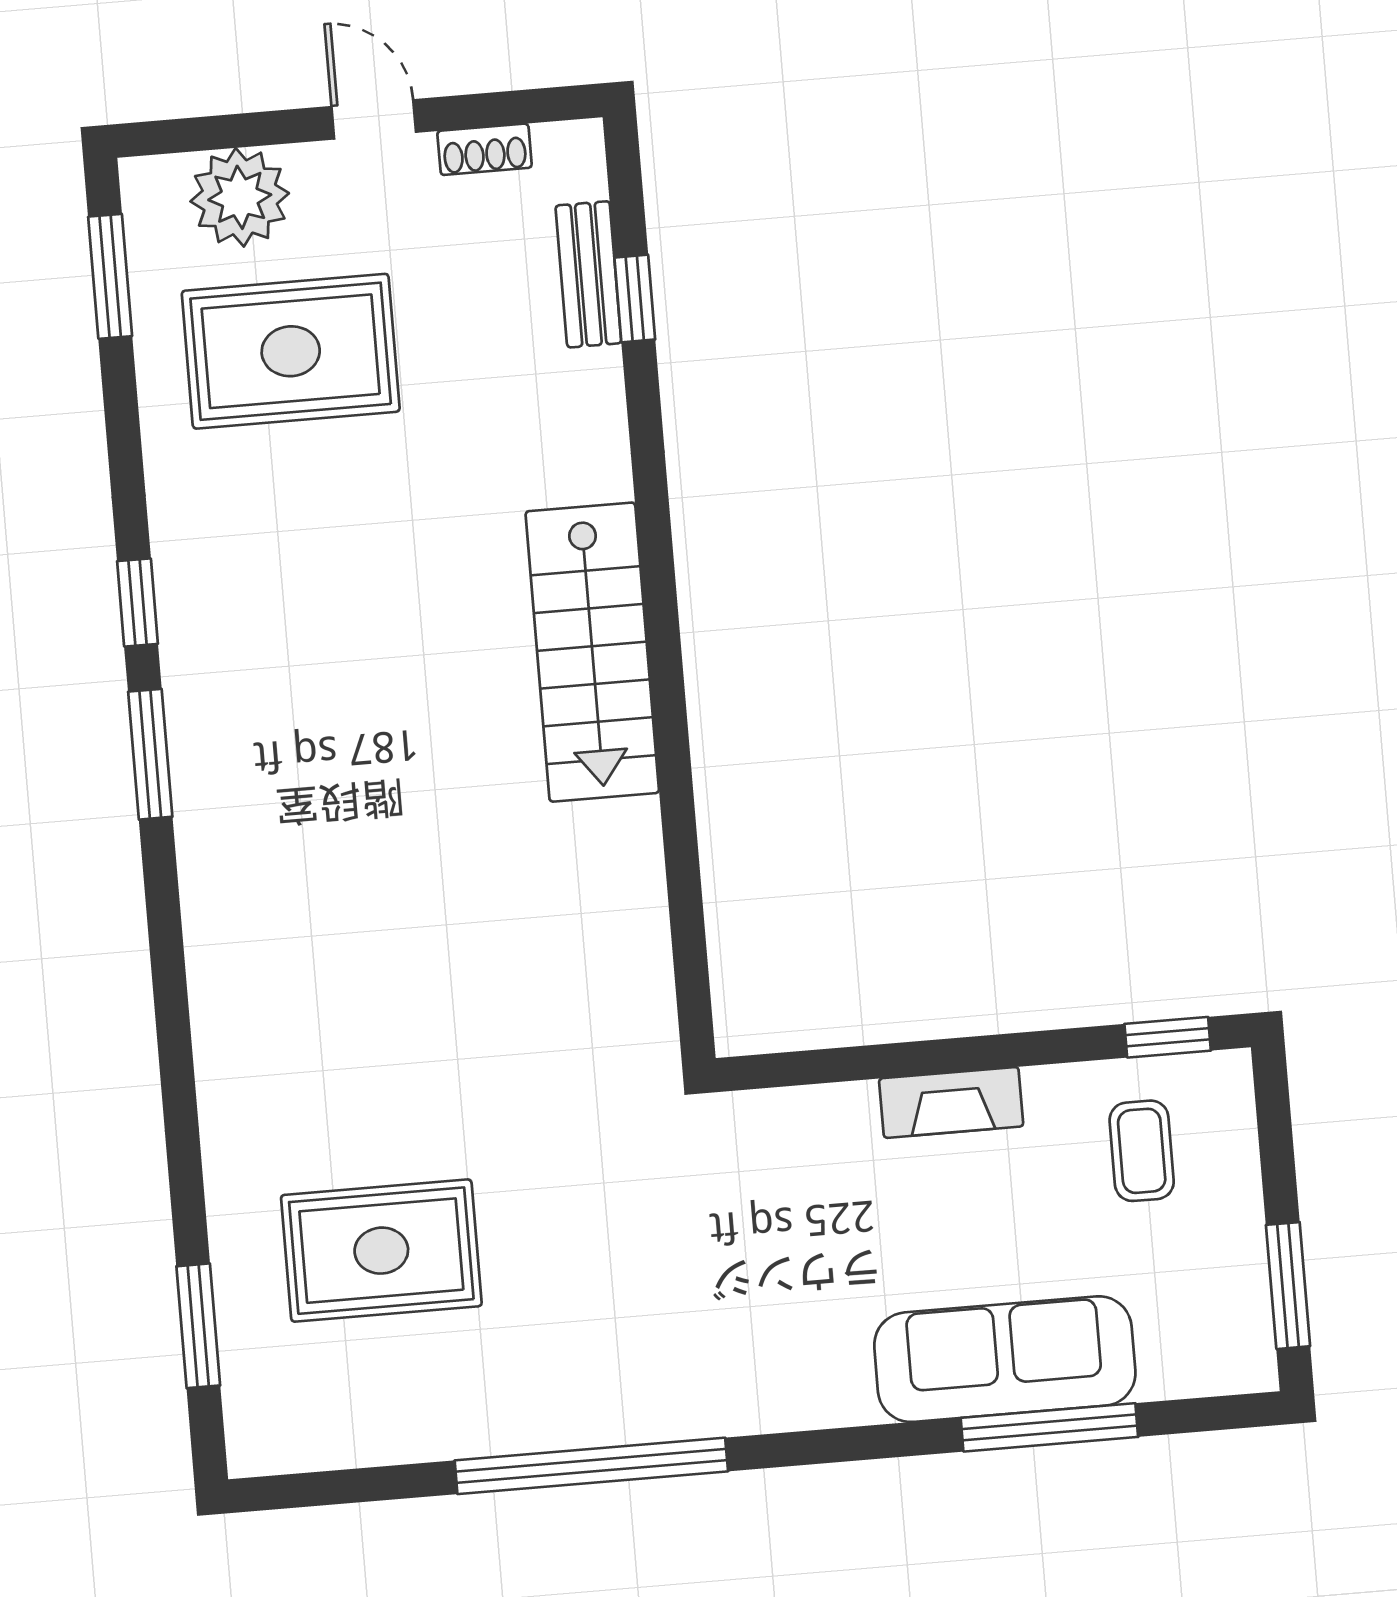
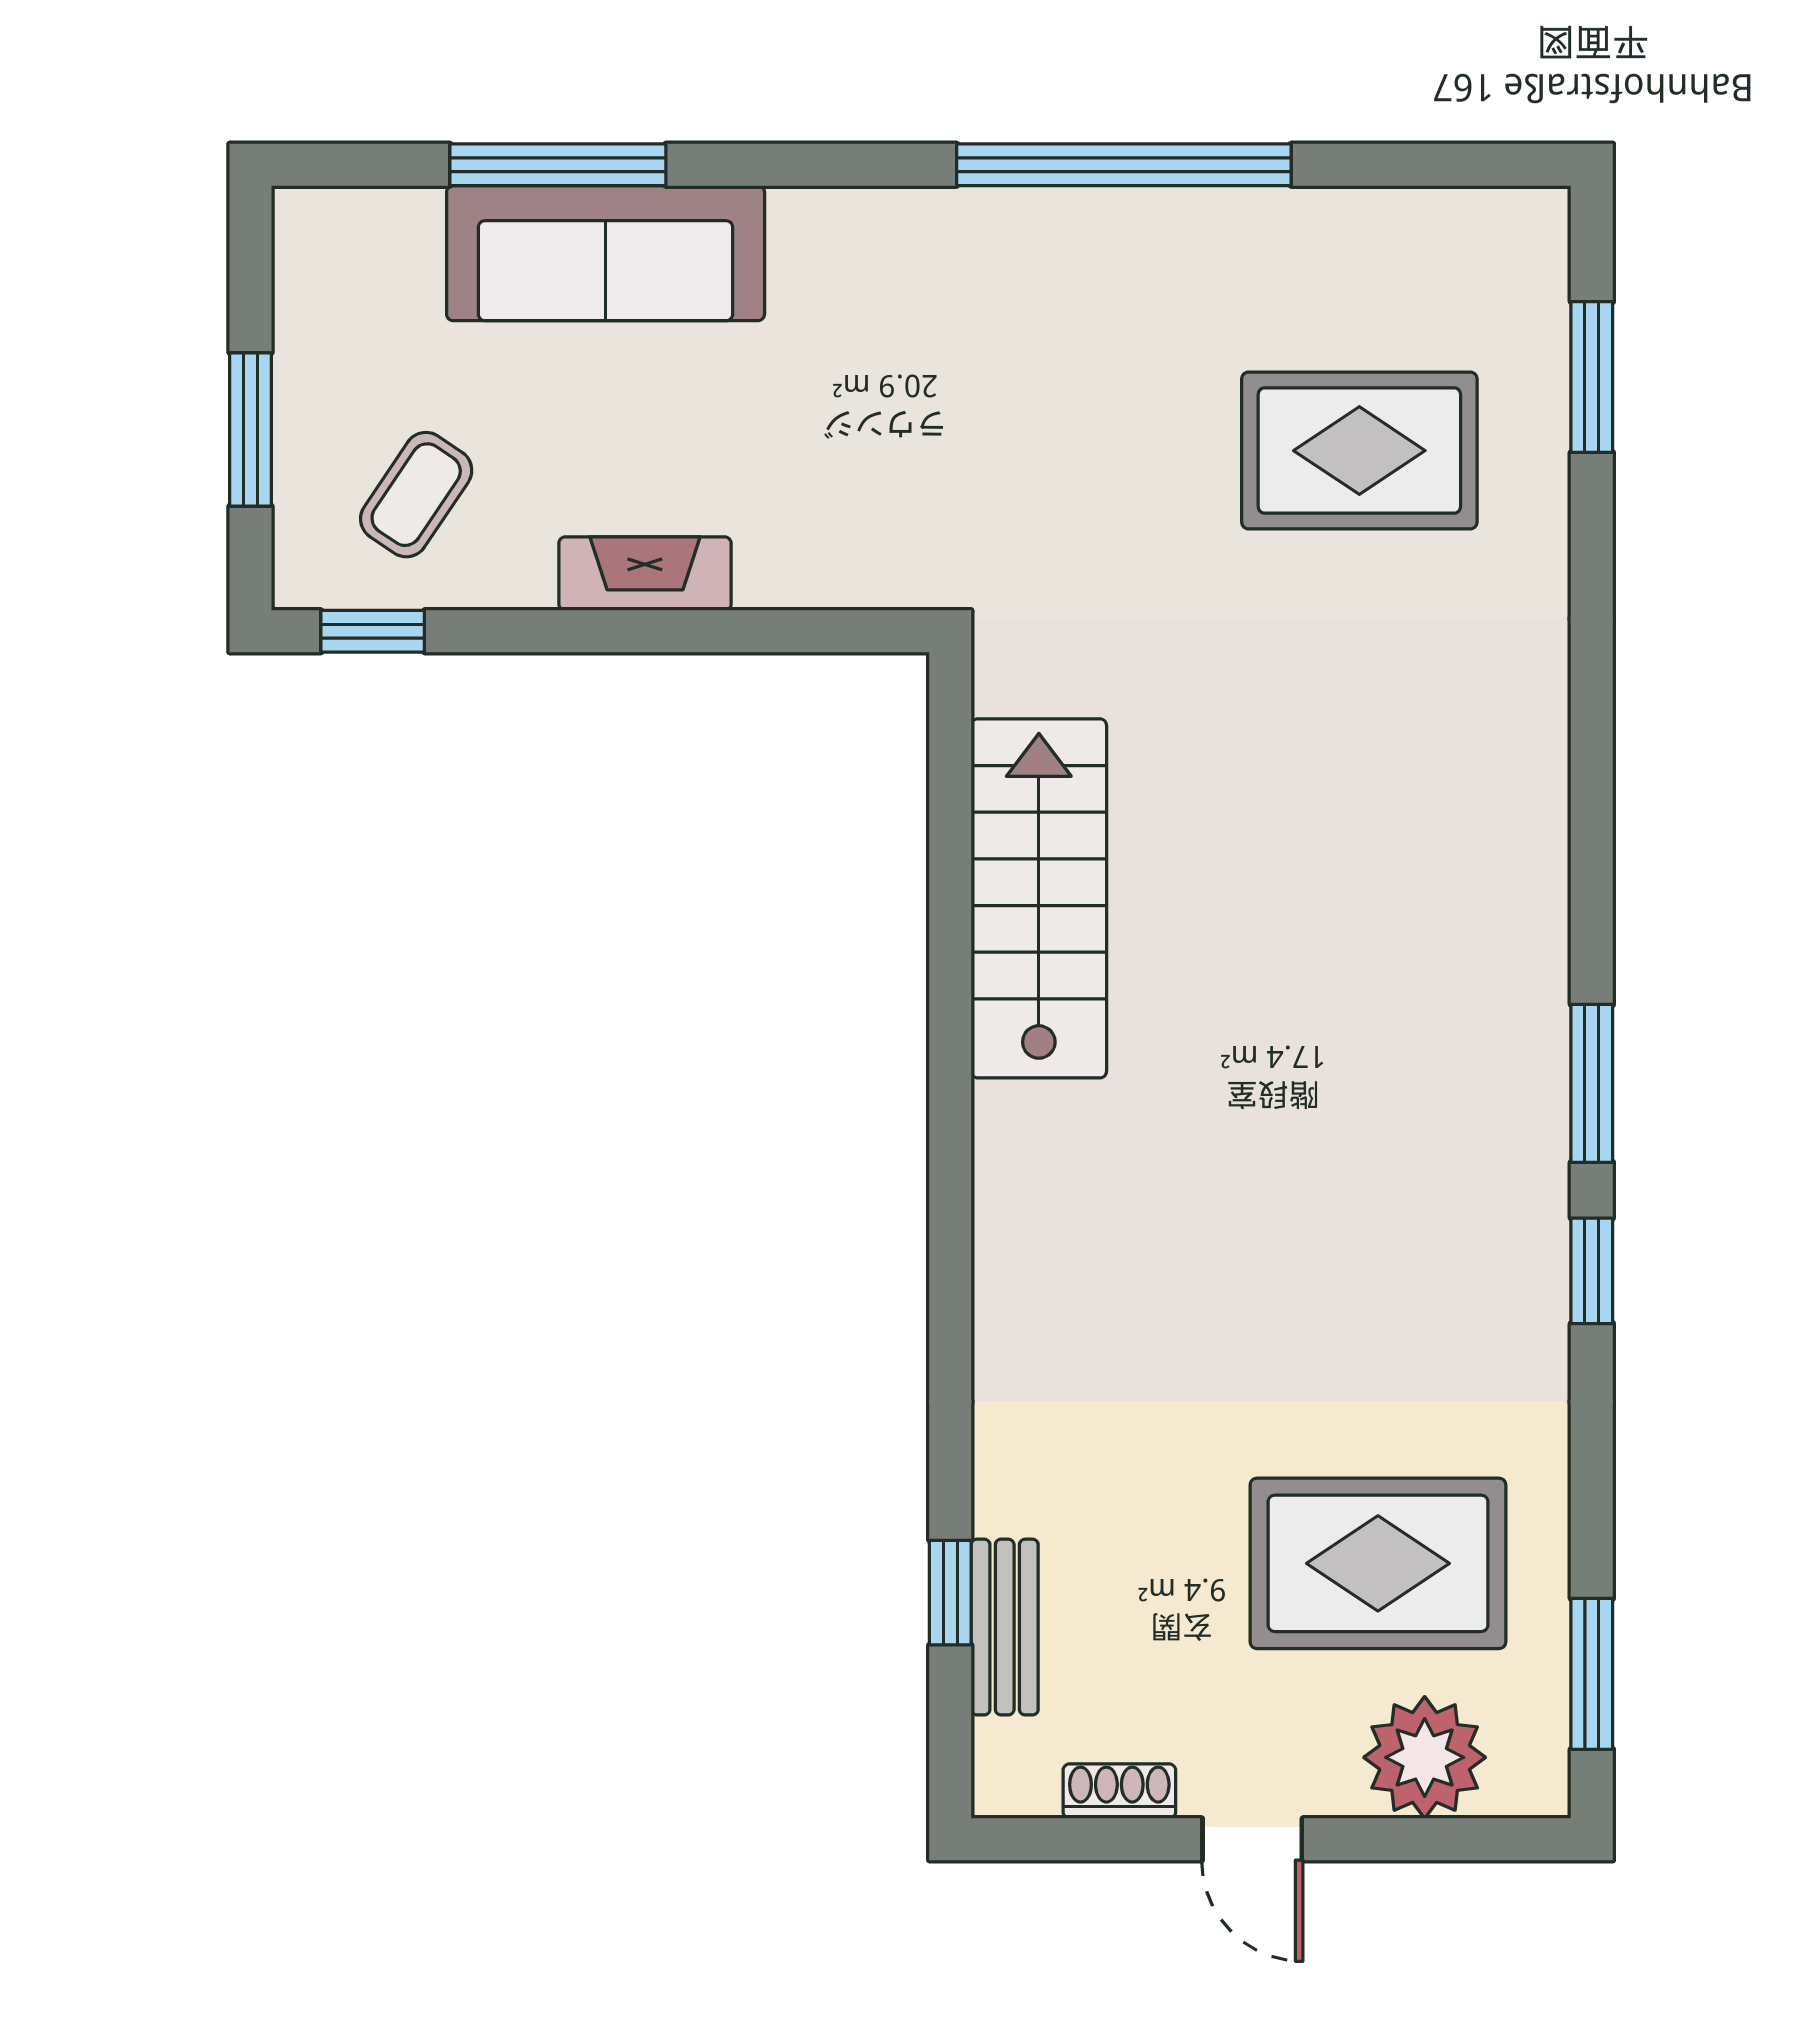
stairs: (592, 652) -> (1039, 898), moved
coffee table: (1142, 1151) -> (416, 495), turned 34
window: (1288, 1286) -> (250, 429), moved

